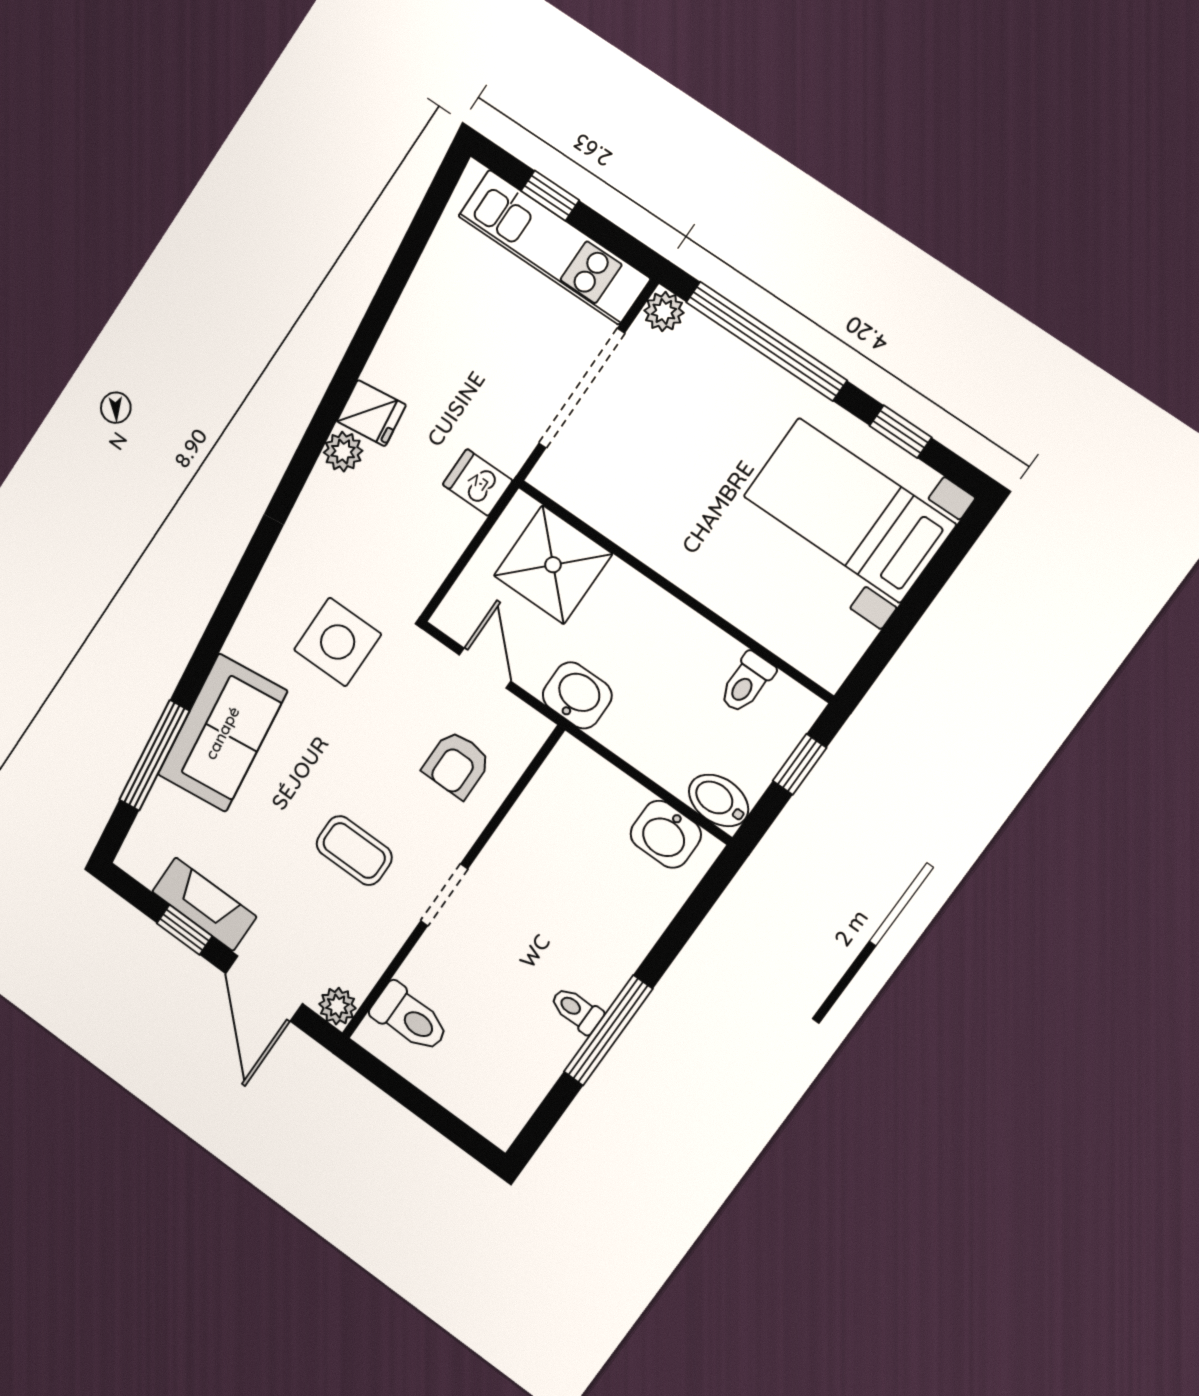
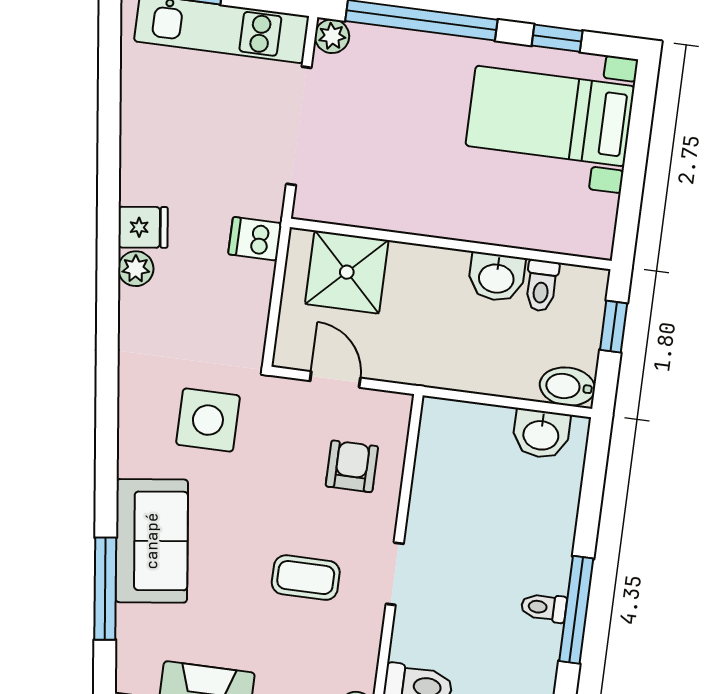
washbasin: (577, 695) -> (496, 277), moved, turned 180
armchair: (457, 764) -> (352, 466), turned 180

